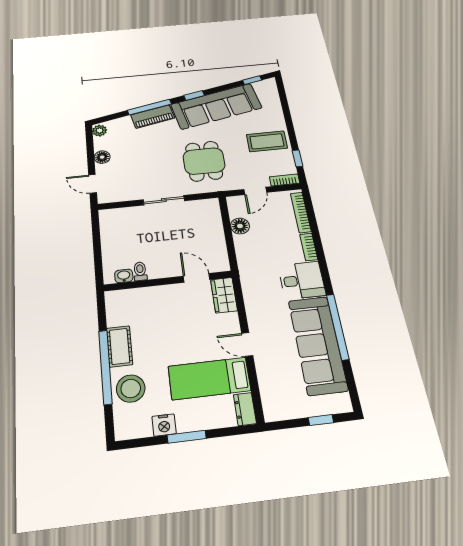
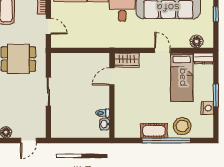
floor lamp: (240, 226) -> (196, 41), moved
door: (247, 344) -> (163, 50), swing flipped

